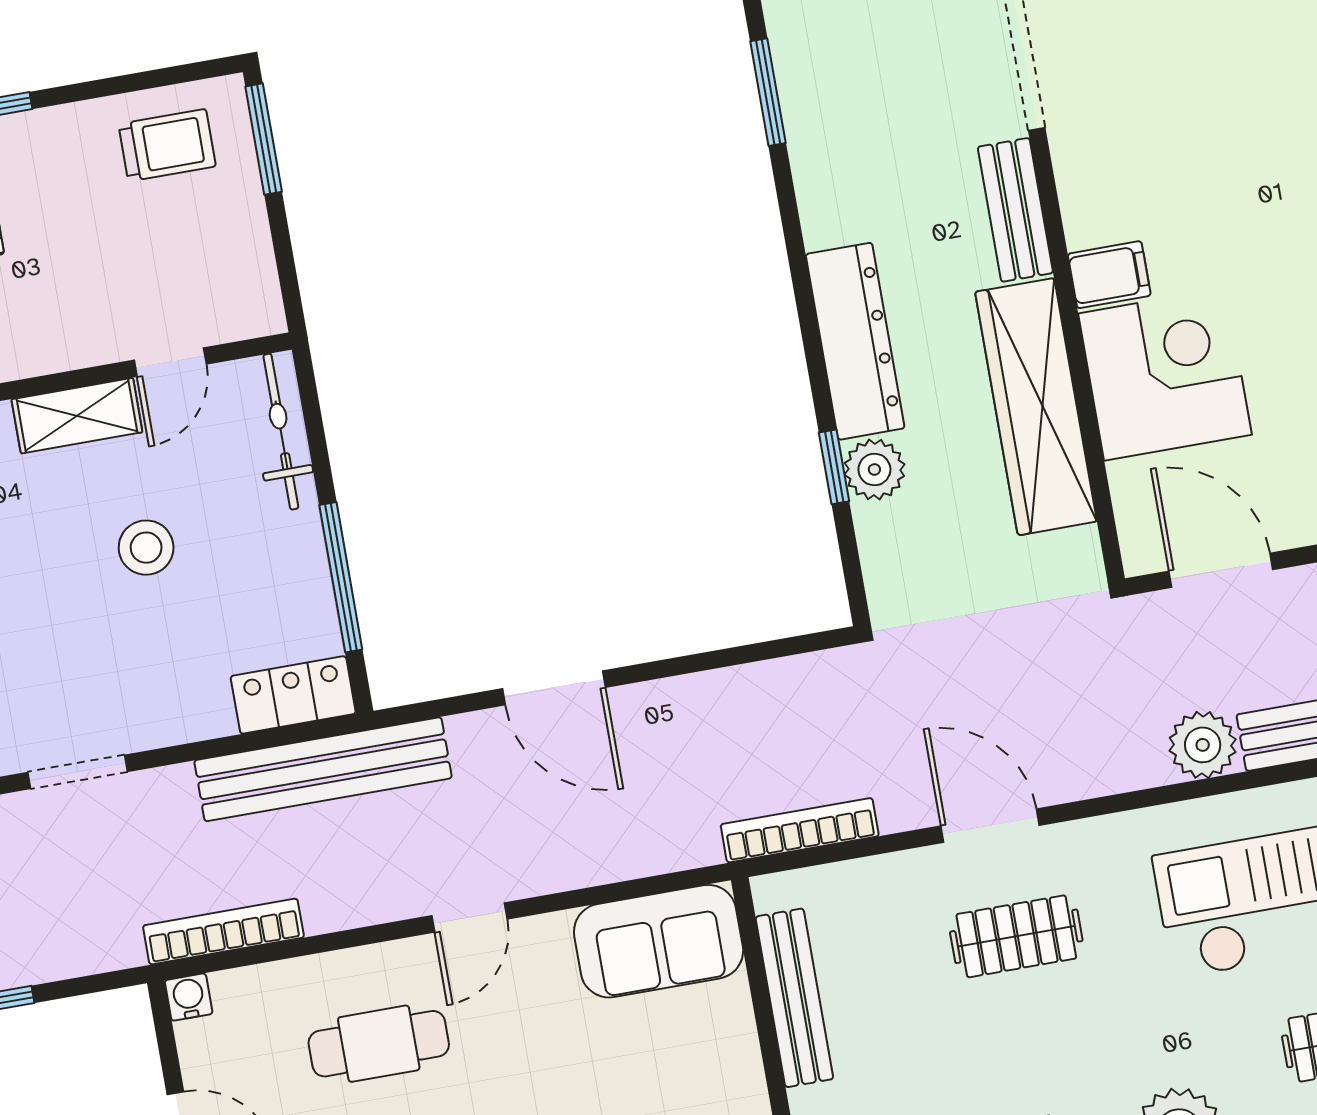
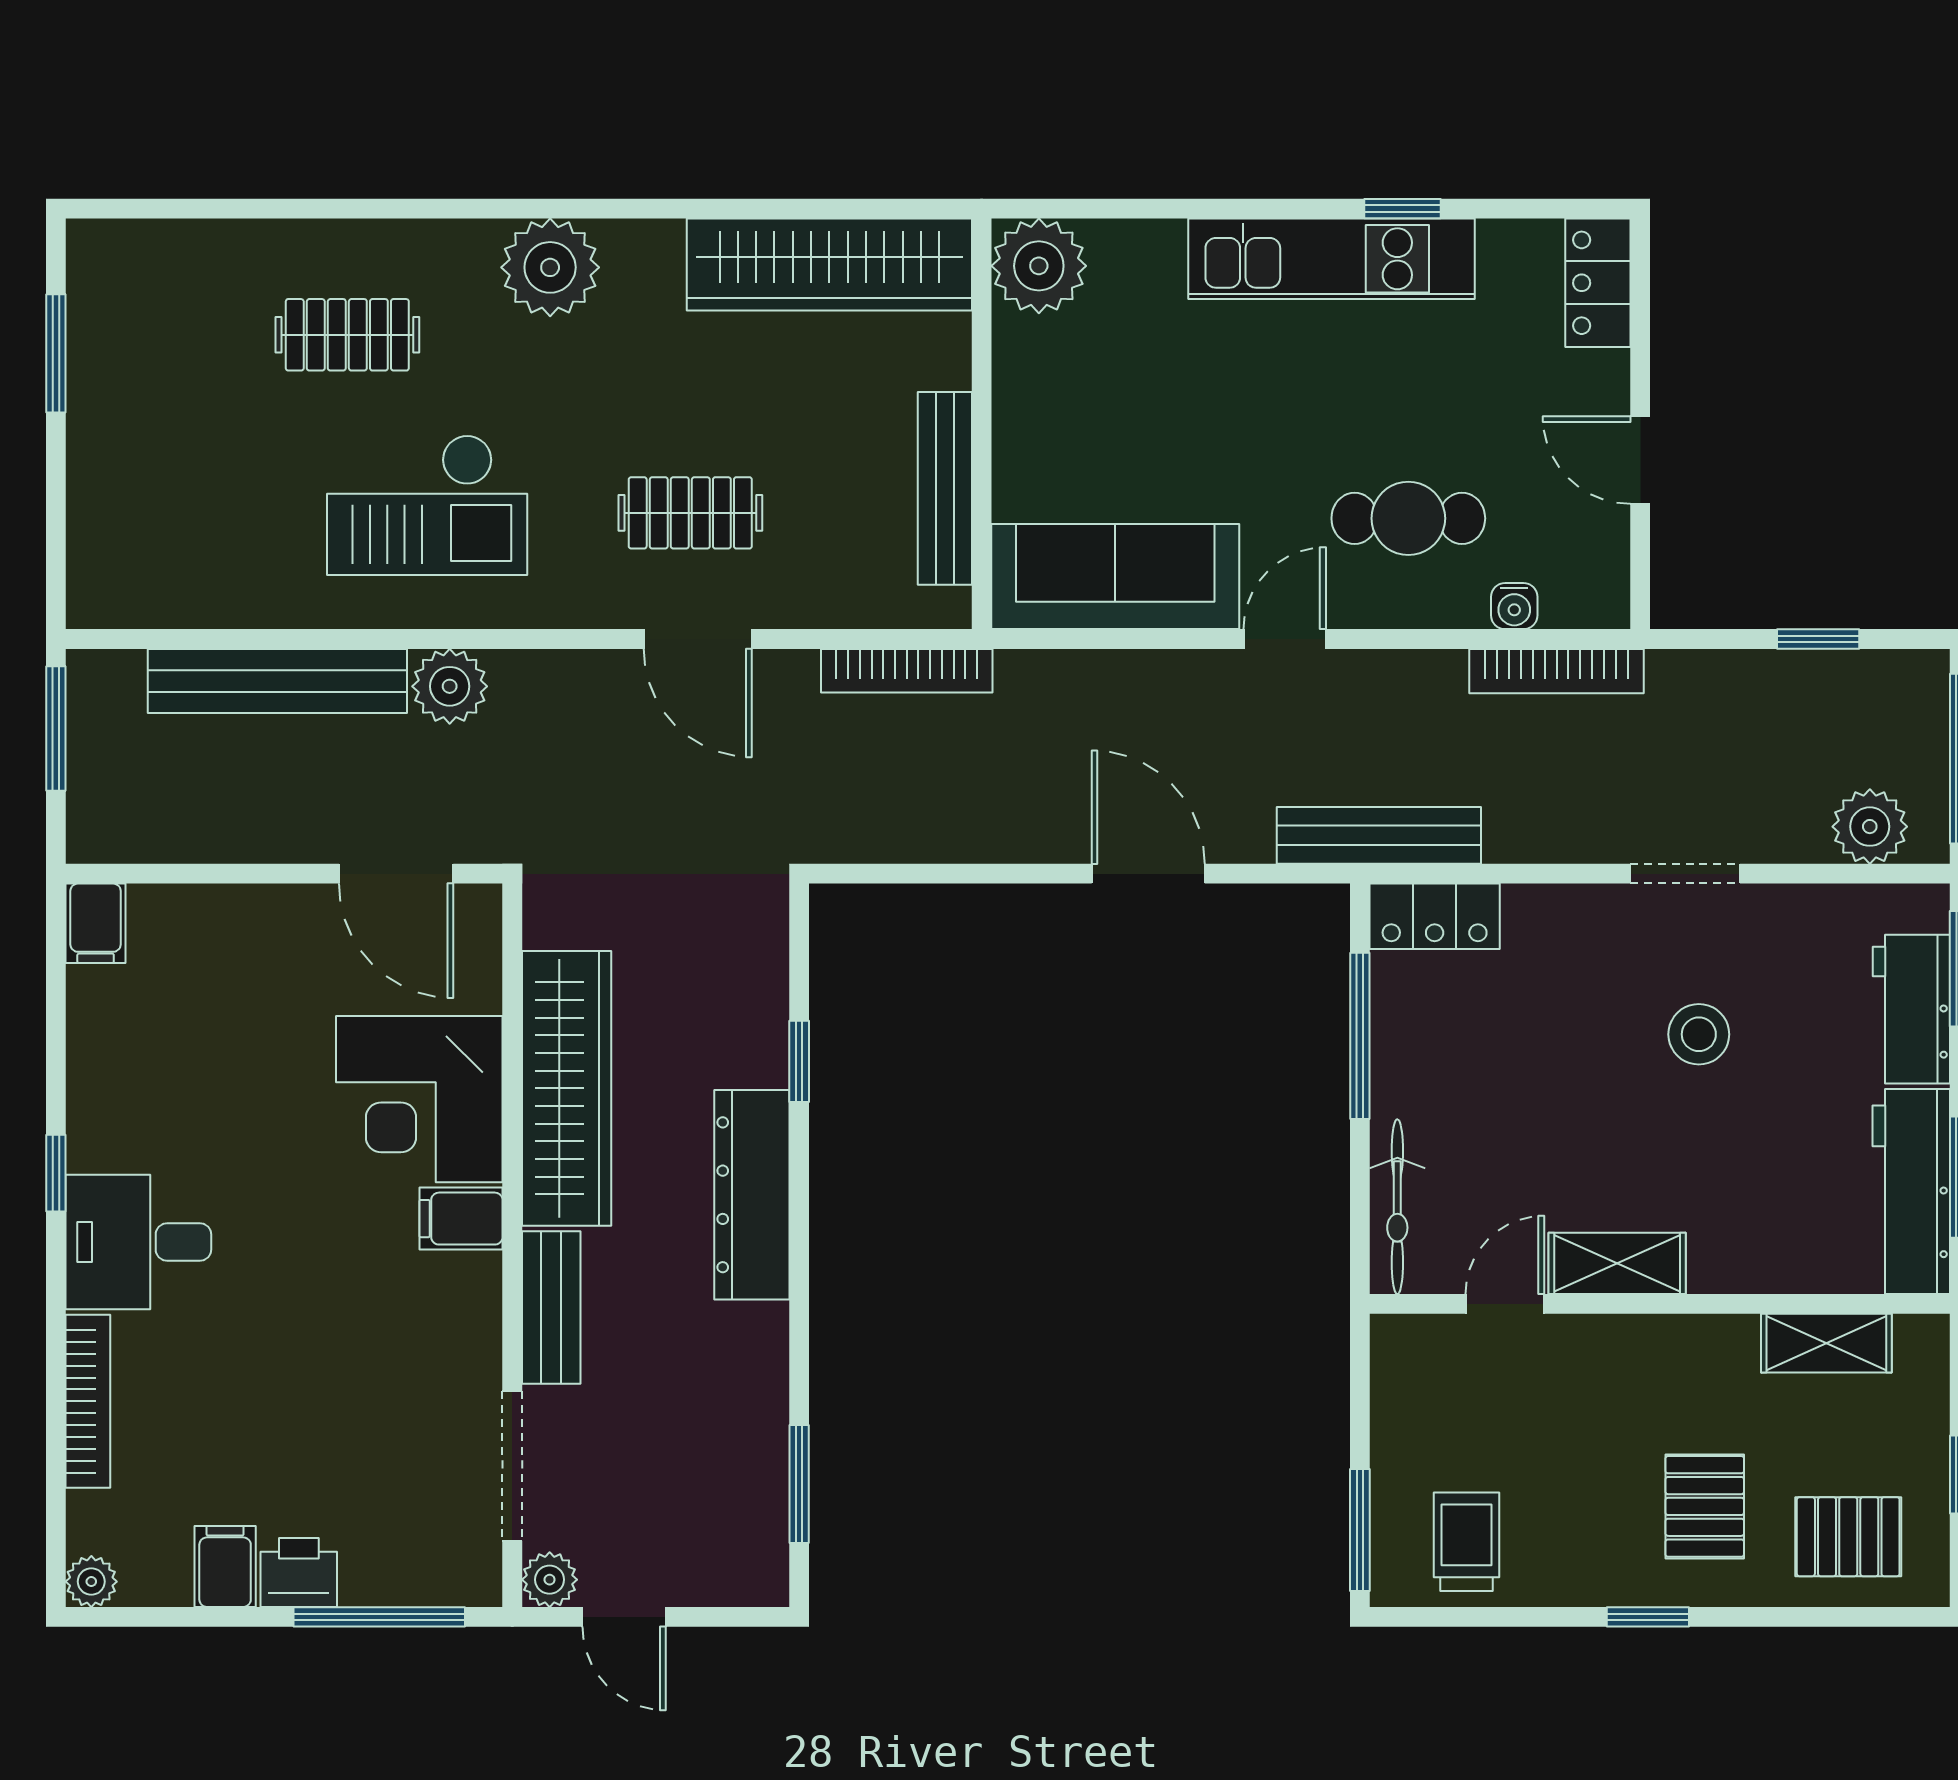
trolley: (167, 145) -> (1466, 1542), turned 90
plant: (874, 470) -> (755, 1051), removed
stool: (146, 548) -> (1699, 1034), moved
bench: (323, 769) -> (1379, 835), width x0.73, depth x0.82
sofa: (659, 941) -> (1115, 577), width x1.36
water cooler: (189, 997) -> (1514, 606), moved

